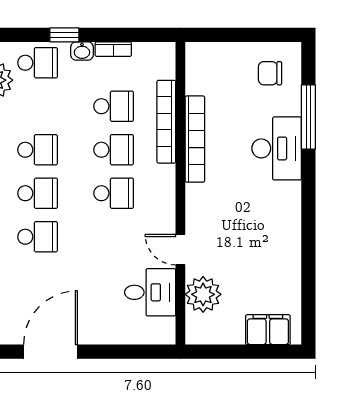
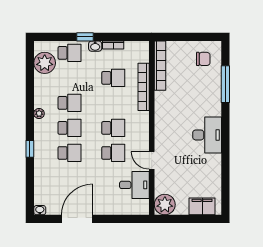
chair: (270, 73) -> (203, 59), turned 180
bookcase: (195, 139) -> (160, 66), moved
desk: (277, 148) -> (207, 135), moved
school desk: (114, 150) -> (113, 153), moved
plant: (203, 294) -> (165, 205), moved

